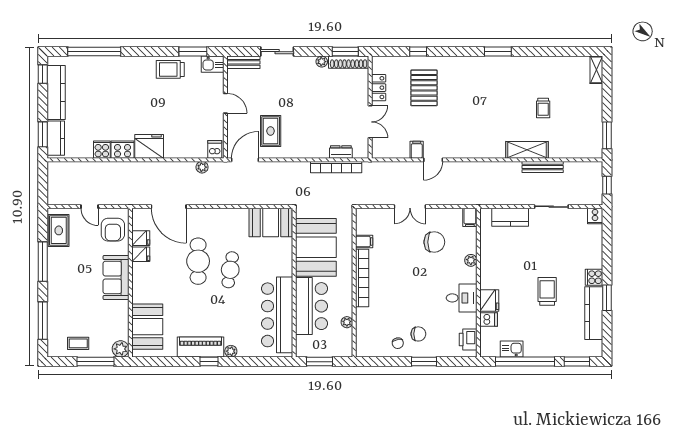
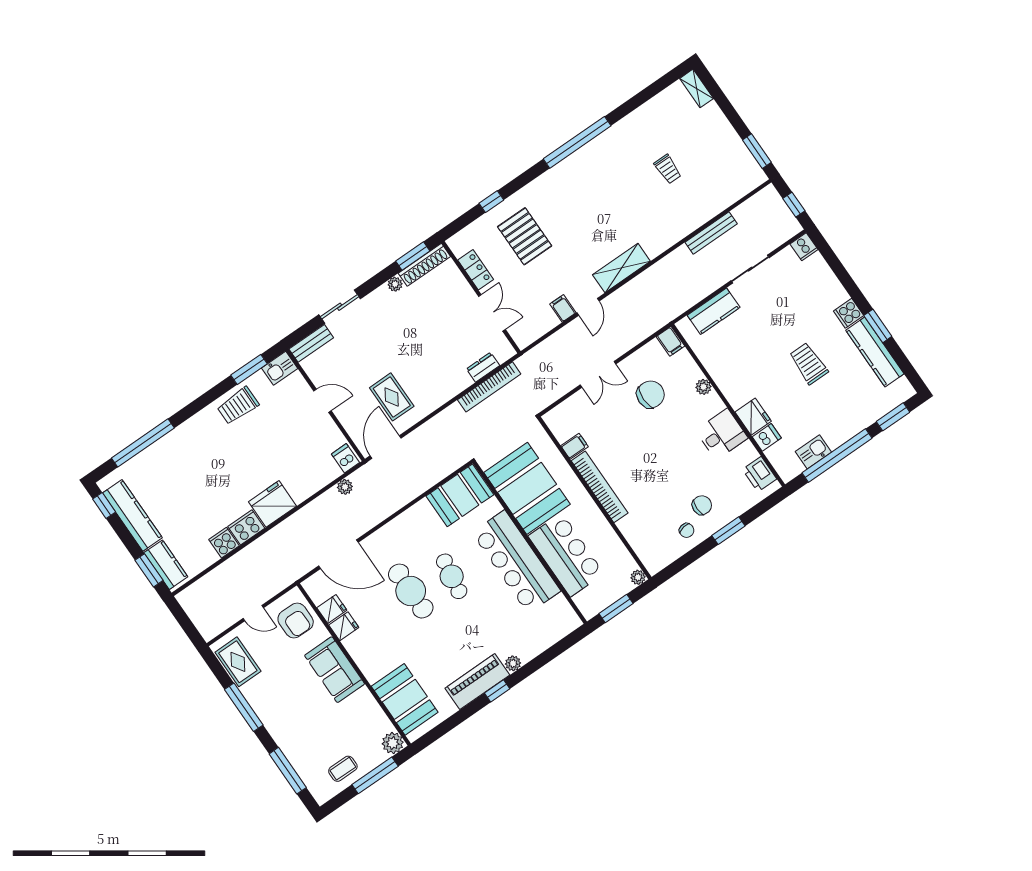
window: (498, 52) -> (577, 142), width x2.11
shelving: (527, 150) -> (621, 268), moved
bar counter: (277, 315) -> (516, 562), moved
plant: (347, 322) -> (638, 577), moved

